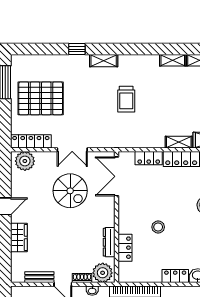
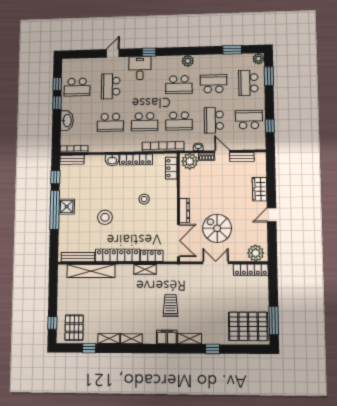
filing cabinet: (131, 62) -> (167, 337), added
pallet: (41, 98) -> (248, 326), moved
shelving: (179, 142) -> (145, 269), moved
dresser: (109, 242) -> (184, 211), moved
locker: (125, 248) -> (171, 168), moved
locker: (175, 276) -> (136, 159), width x1.53

